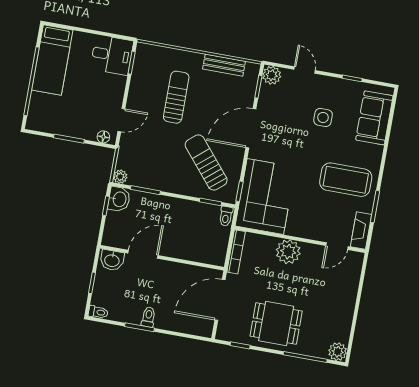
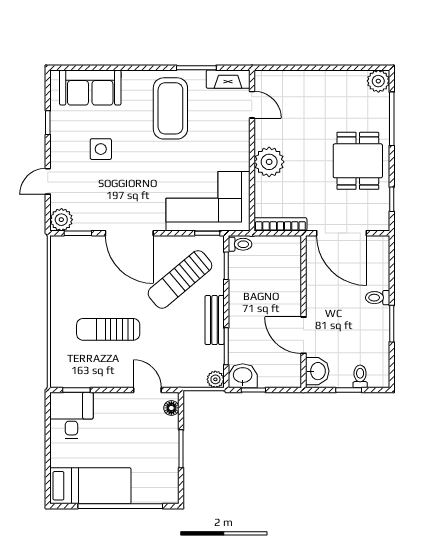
bench: (224, 65) -> (215, 320), moved
toilet: (98, 312) -> (360, 376), moved
toilet: (148, 317) -> (378, 298), moved

